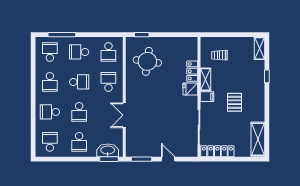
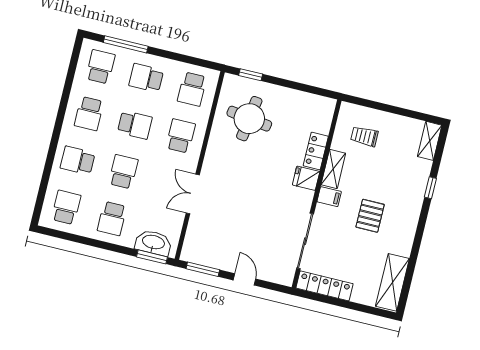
school desk: (79, 112) -> (123, 172), turned 180

